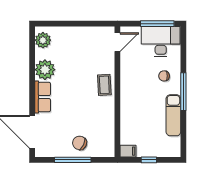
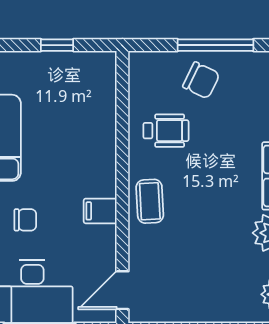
wheelchair: (97, 119) -> (166, 131), added
filing cabinet: (128, 151) -> (100, 211), moved

